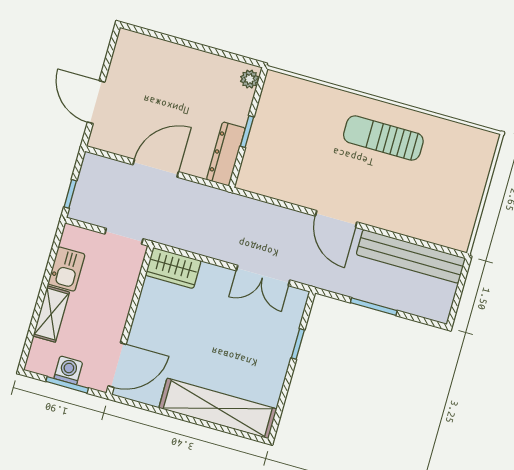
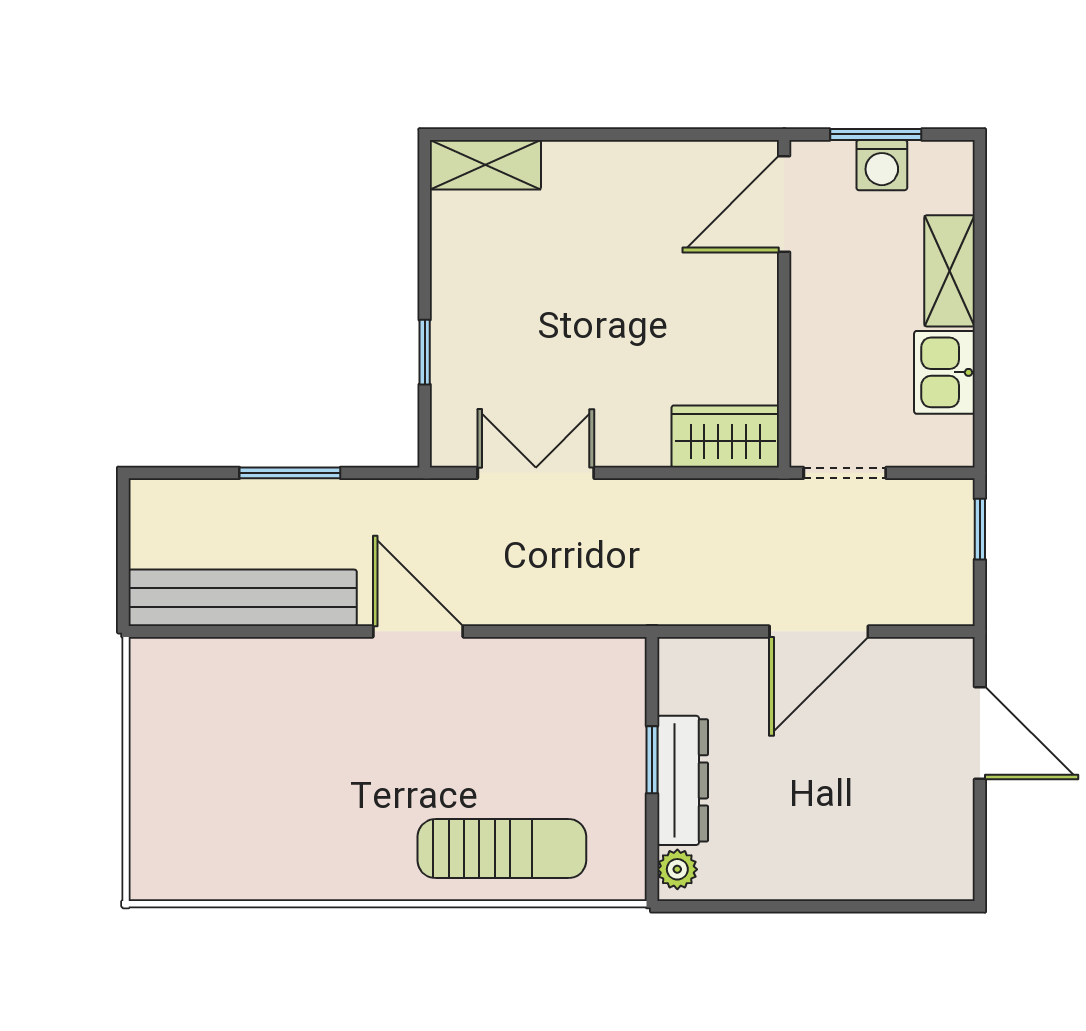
sun lounger: (383, 138) -> (502, 849), moved
dresser: (226, 154) -> (683, 780), moved
shelving: (218, 408) -> (485, 165), width x0.45, depth x0.75

